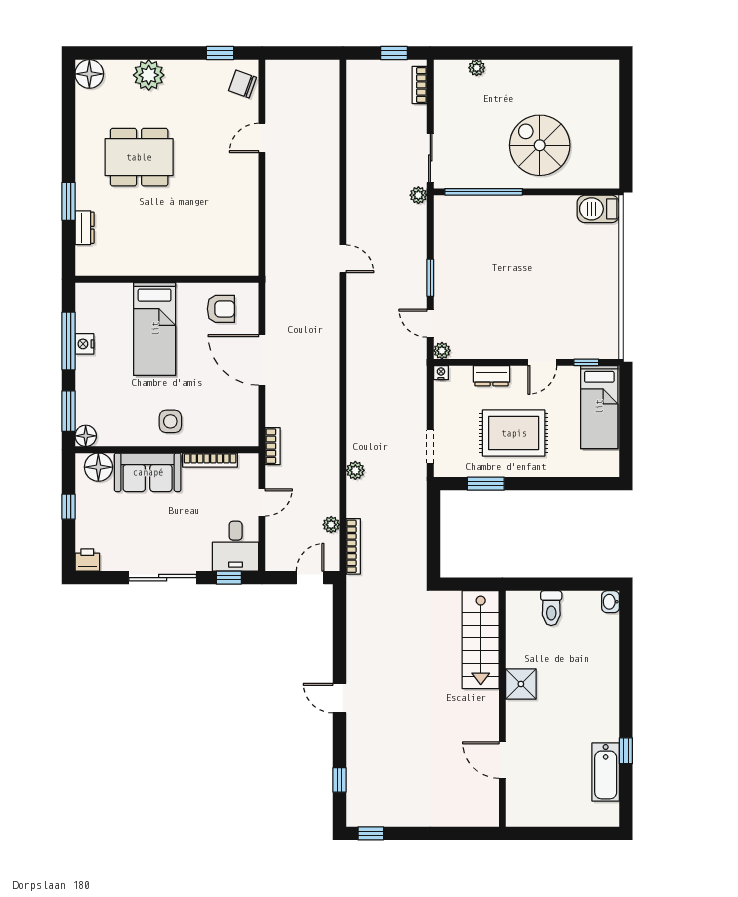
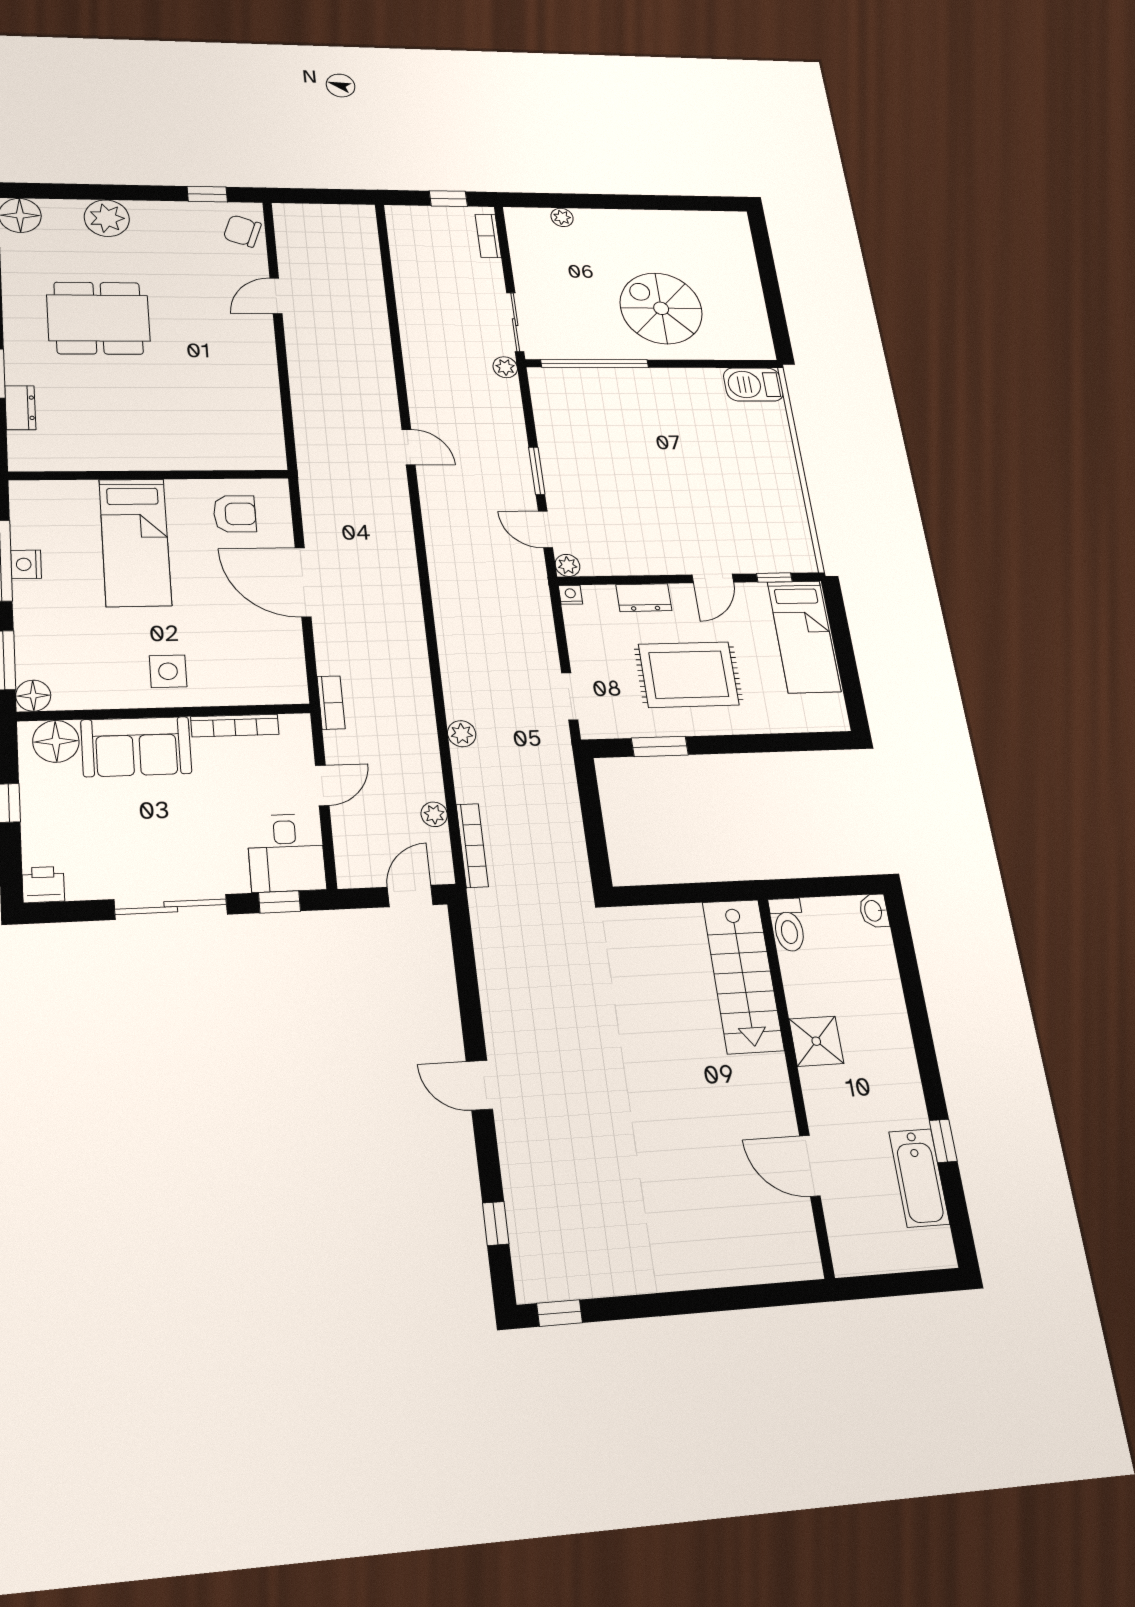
stairs: (481, 640) -> (743, 976), moved
shower: (521, 684) -> (816, 1041), moved
wall: (502, 709) -> (795, 1082), moved
door: (502, 760) -> (810, 1166), moved

